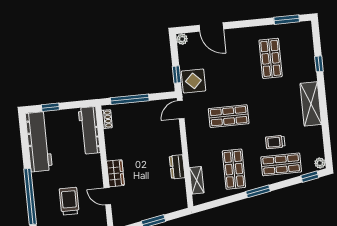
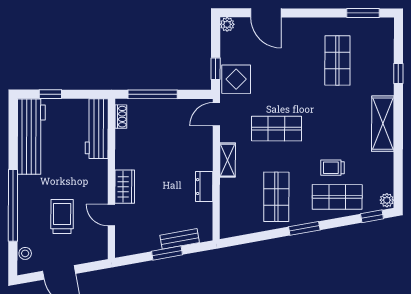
shelving: (197, 180) -> (228, 160), moved
bench: (162, 209) -> (180, 239), added

